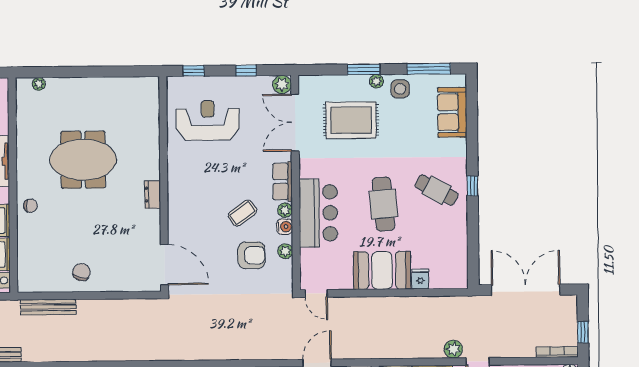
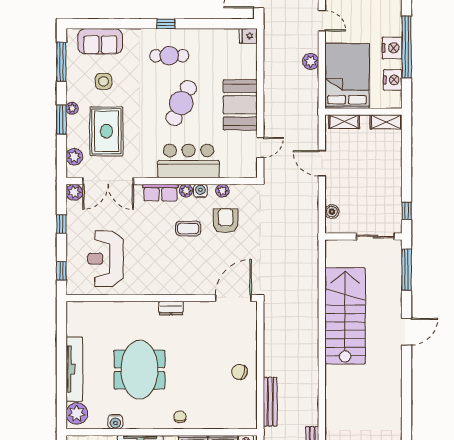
plant: (39, 84) -> (77, 413), width x1.87, depth x1.87
plant: (322, 84) -> (74, 157), added
tv unit: (83, 86) -> (74, 369), added
side table: (400, 89) -> (103, 81), moved
water cooler: (24, 133) -> (115, 422), added
cafe table: (437, 190) -> (169, 56), turned 62
cafe table: (383, 204) -> (181, 103), turned -60
coffee table: (242, 213) -> (188, 228), turned -54
fridge: (420, 279) -> (248, 36), moved
door: (316, 294) -> (260, 147), moved
plant: (453, 349) -> (311, 61), moved

